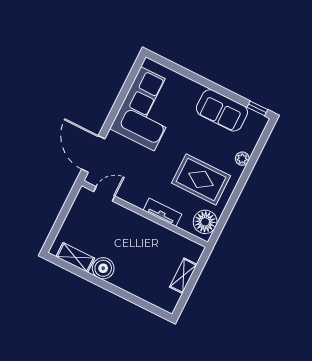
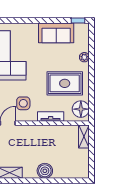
side table: (136, 178) -> (23, 103), added
boiler: (103, 268) -> (45, 171), moved
shelving: (183, 276) -> (84, 137), moved

